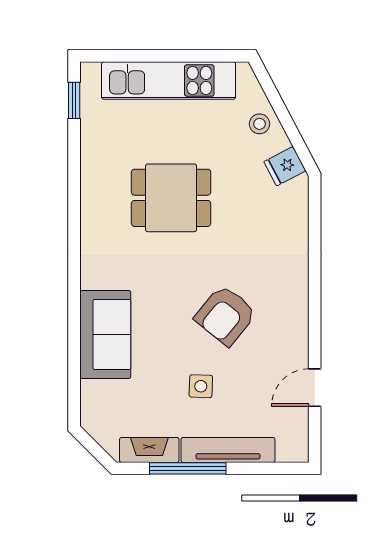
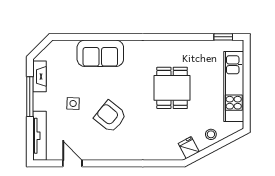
tv unit: (228, 450) -> (40, 136), moved

